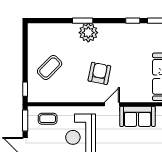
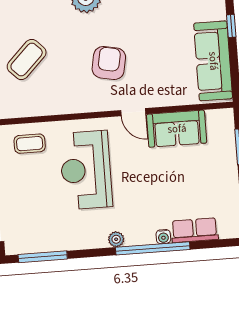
door: (112, 104) -> (133, 112), swing flipped

